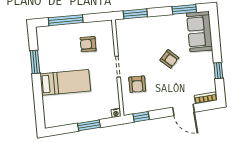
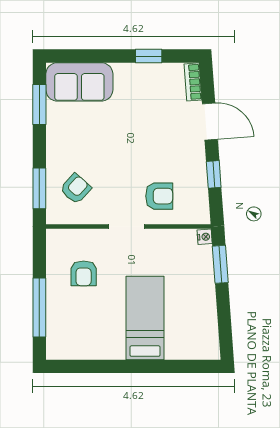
armchair: (169, 59) -> (76, 189), moved
window: (35, 62) -> (106, 366), removed
door: (183, 110) -> (210, 121), hinge flipped
window: (141, 117) -> (214, 174), moved
window: (89, 125) -> (220, 264), moved

